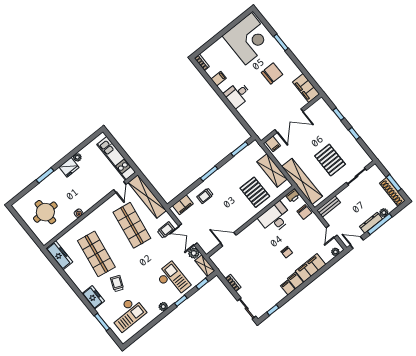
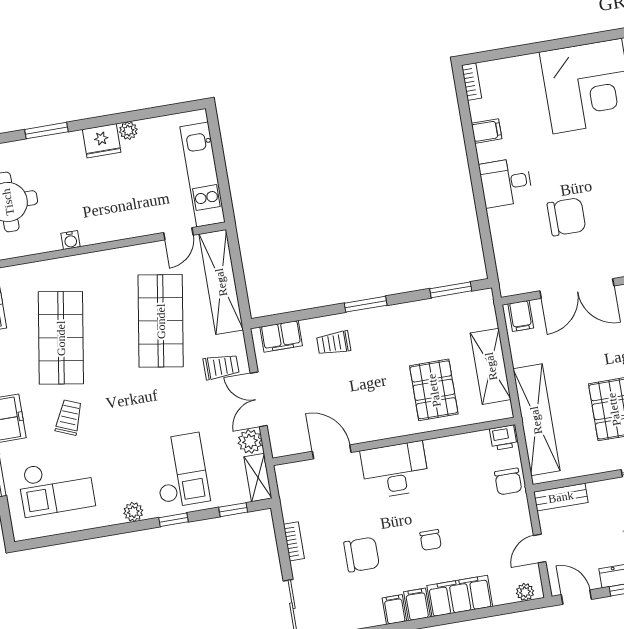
chair: (272, 73) -> (566, 217), moved
desk: (275, 218) -> (395, 470), moved
chair: (263, 273) -> (362, 555), added

